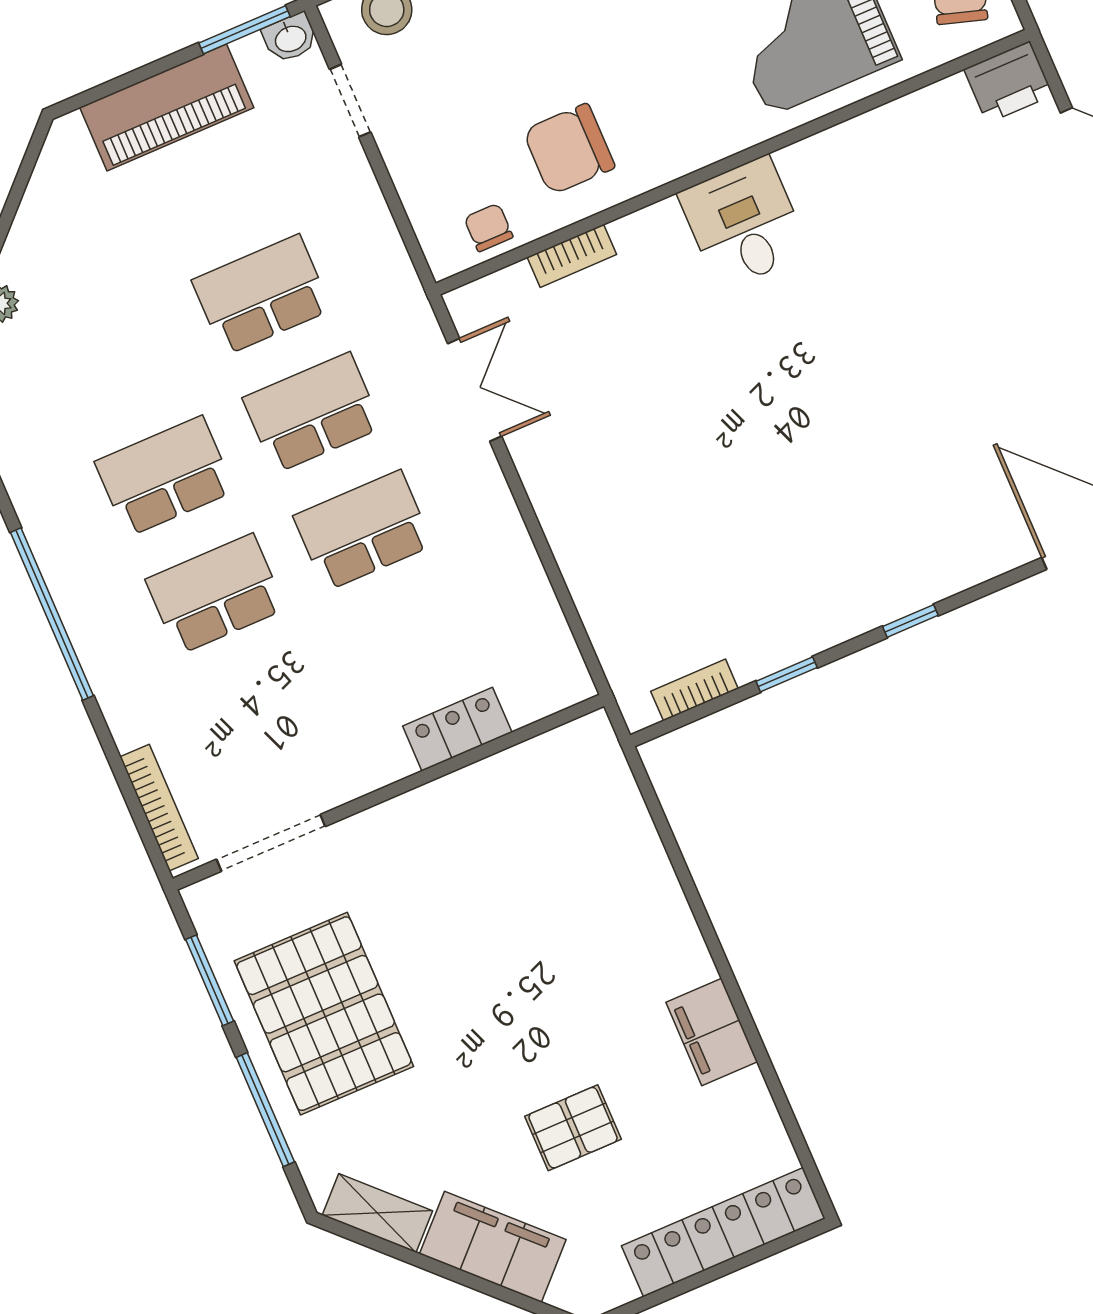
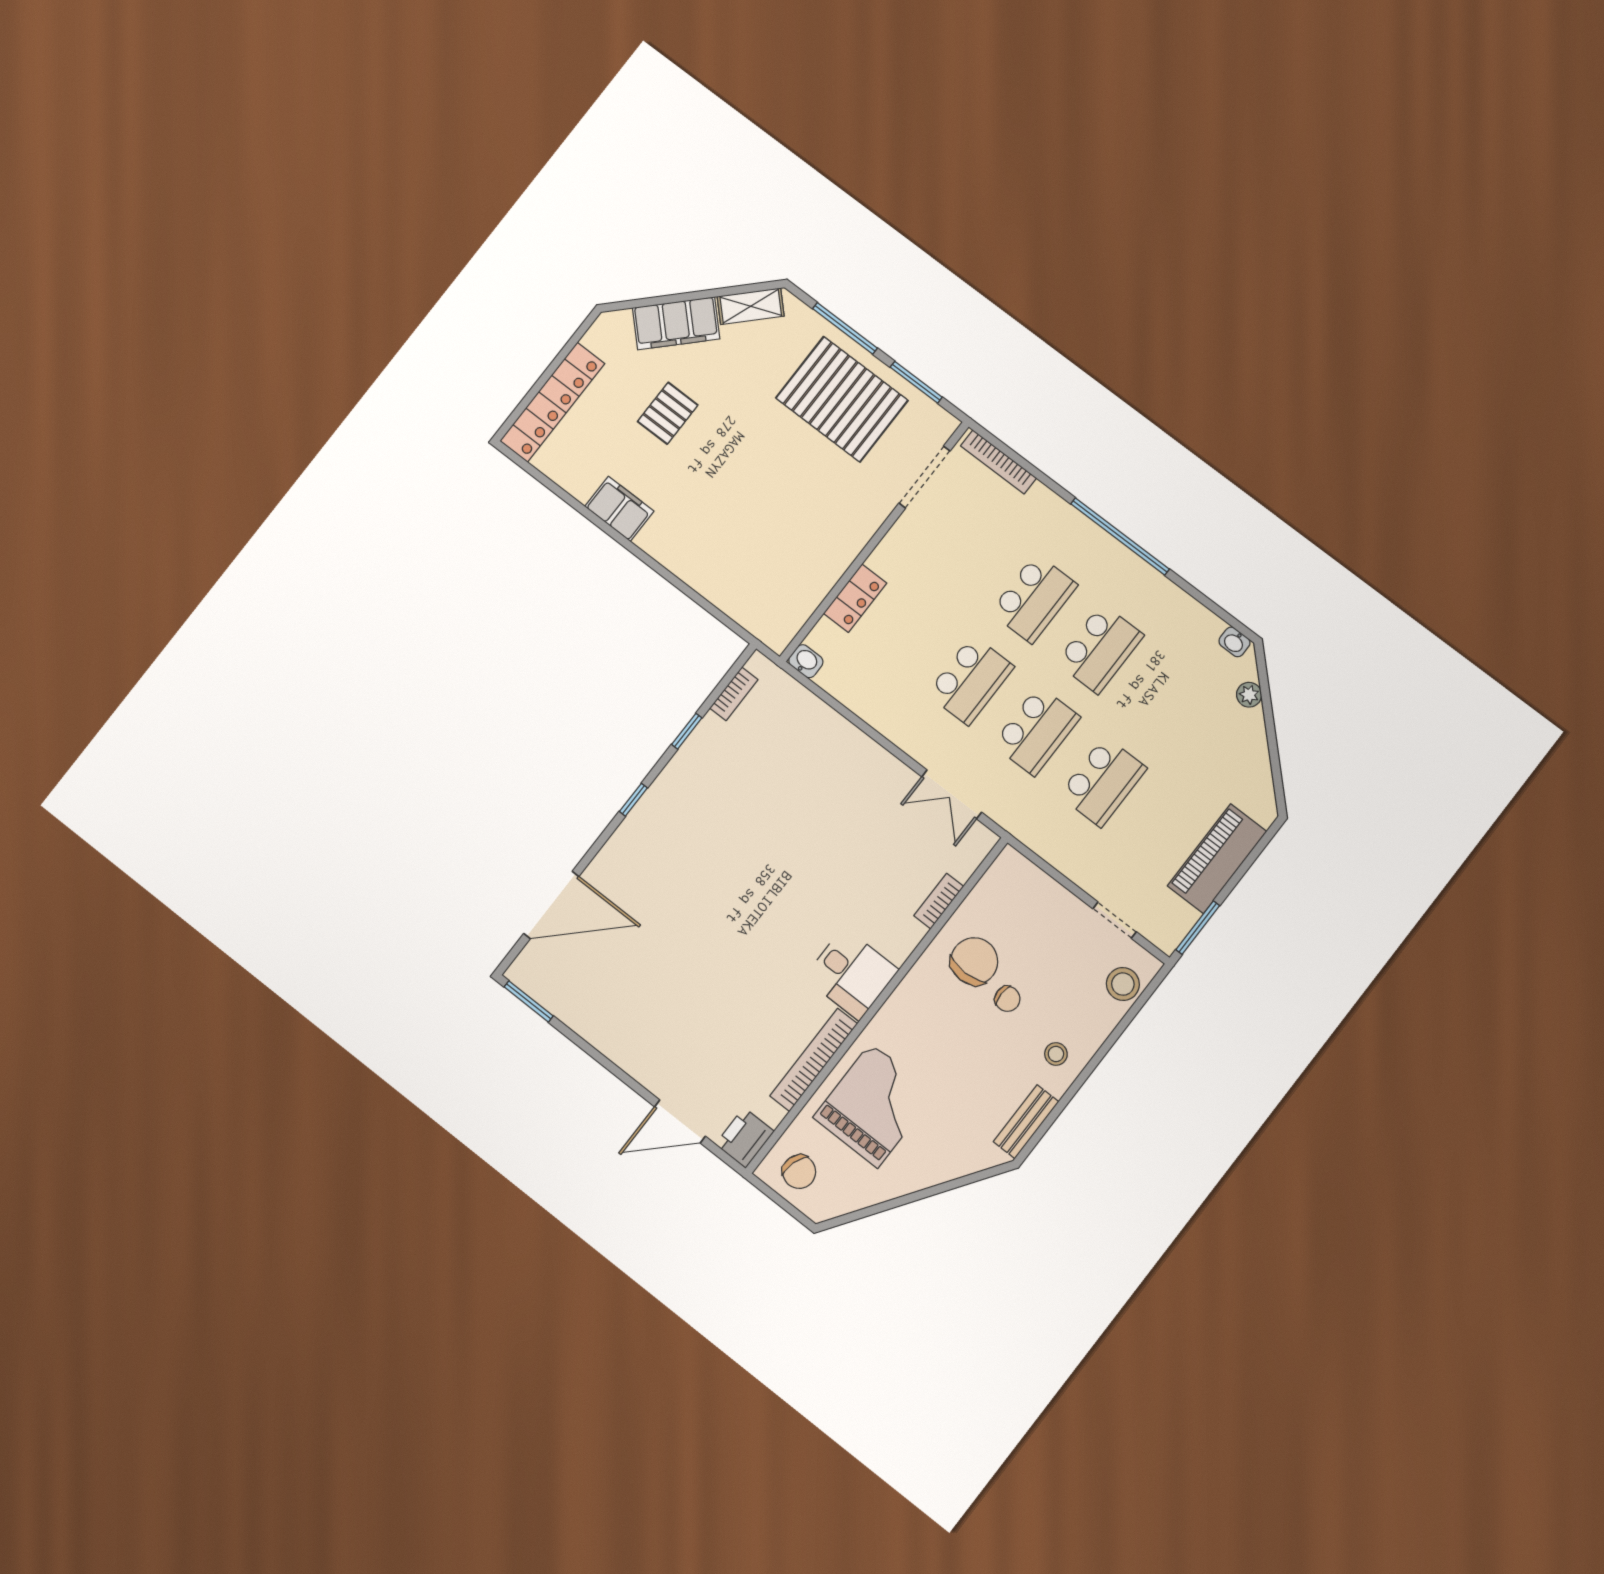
washbasin: (290, 38) -> (806, 661), moved, turned 90
bookcase: (858, 136) -> (814, 1060), added
chair: (489, 227) -> (1007, 999), moved

